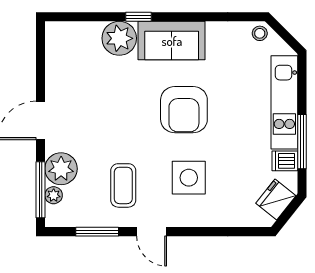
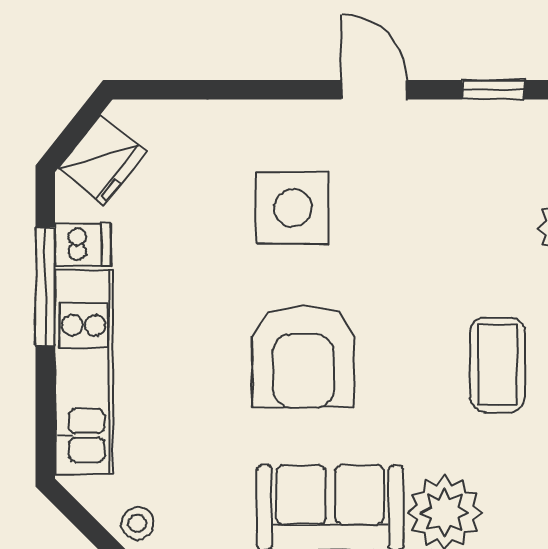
armchair: (184, 110) -> (303, 357), turned 180
coffee table: (123, 185) -> (497, 365), moved
window: (97, 232) -> (493, 90), width x0.67

